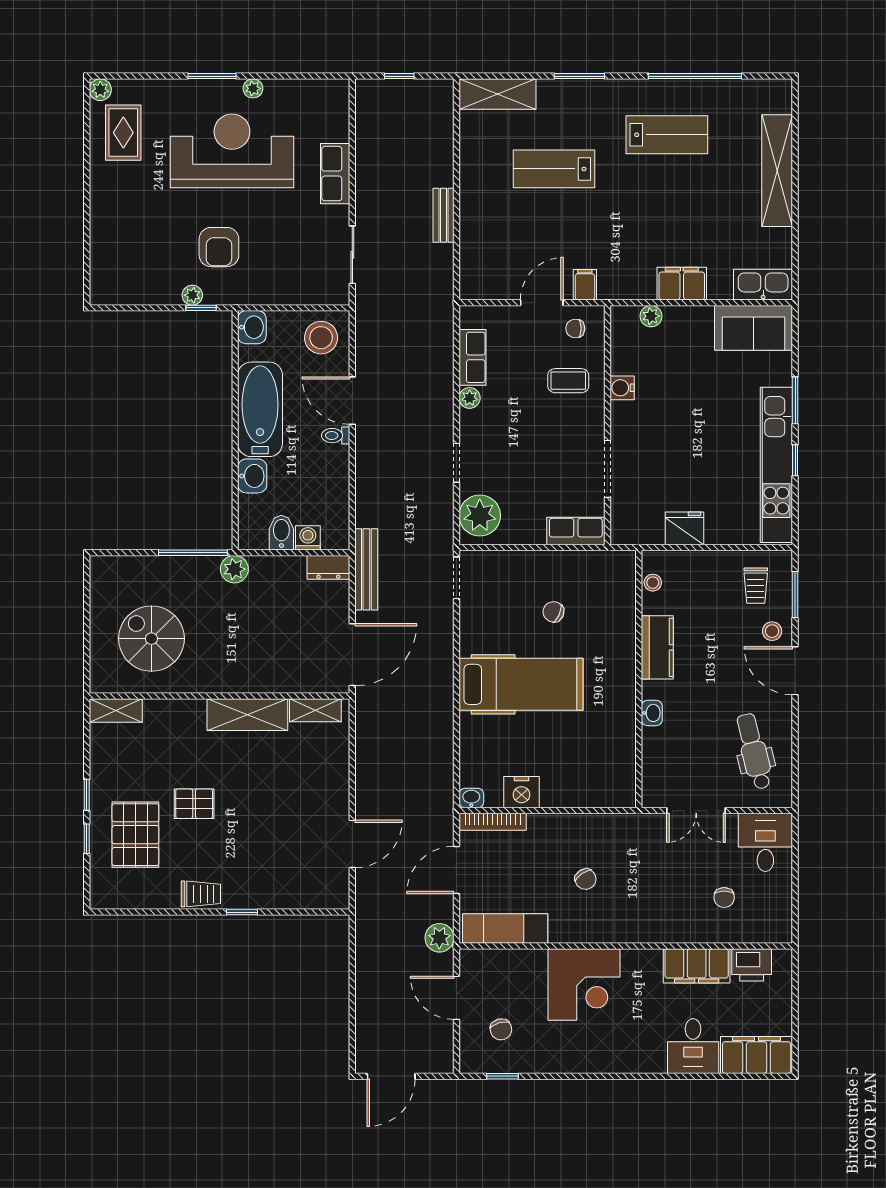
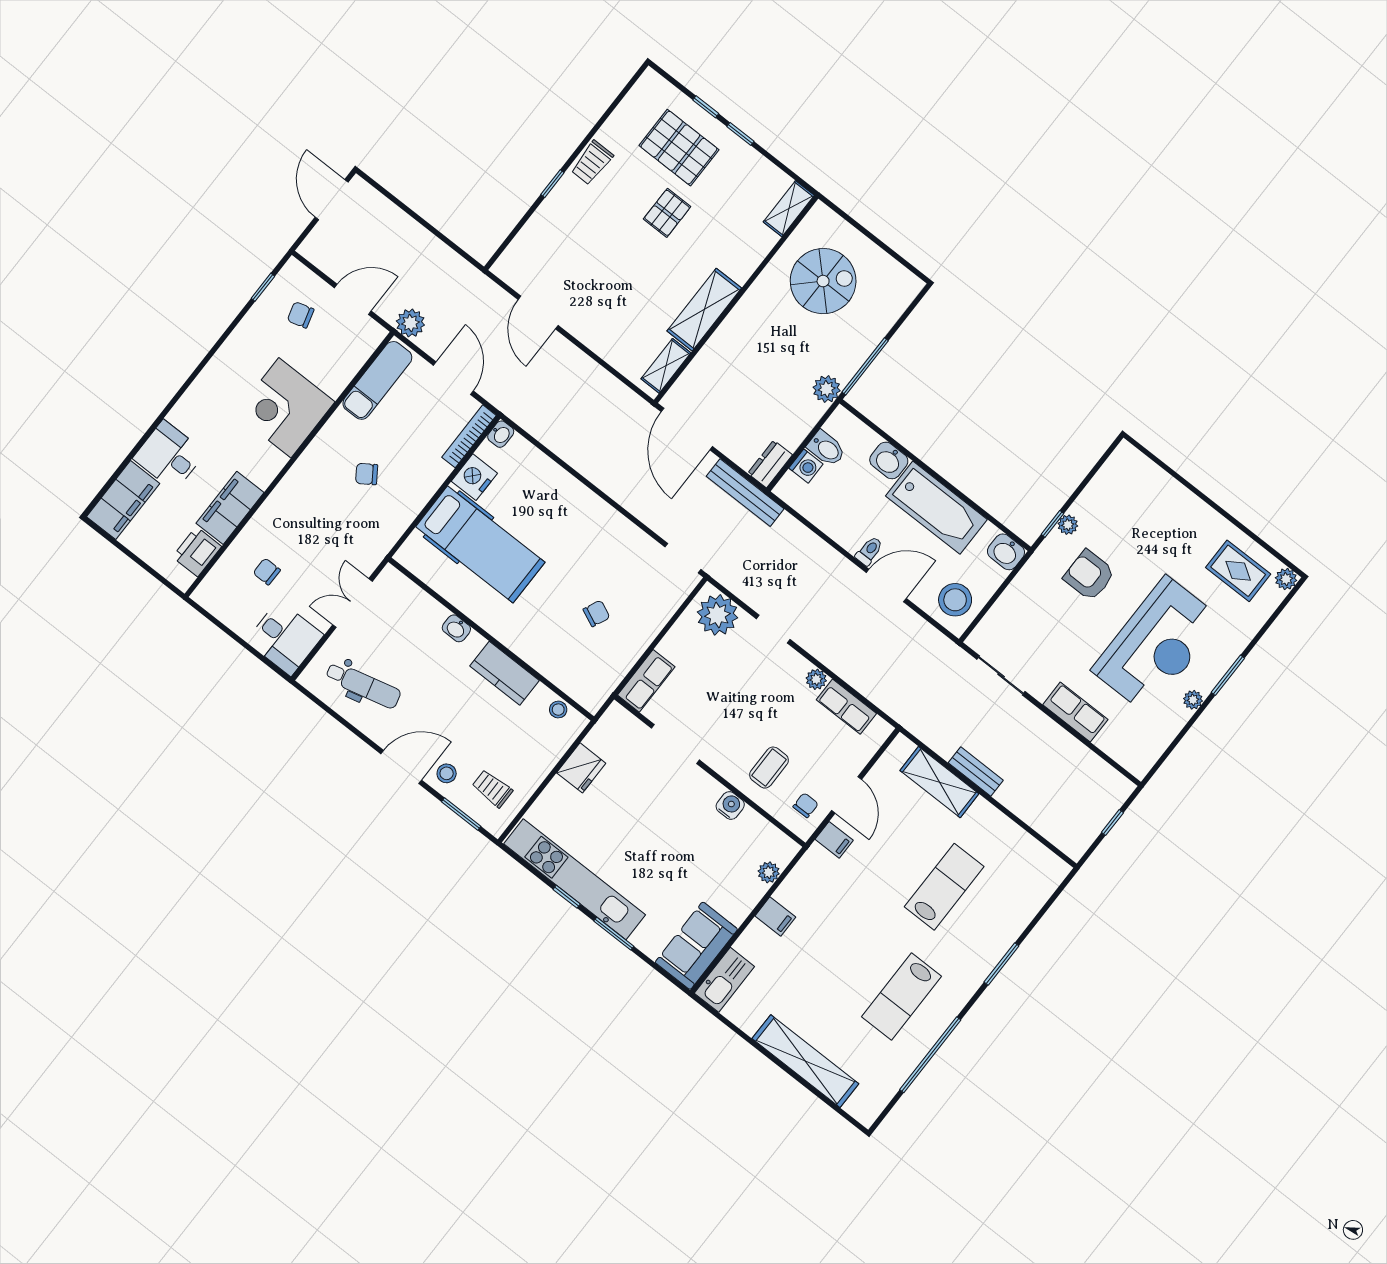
shelving: (497, 94) -> (939, 782), moved, turned 90
filing cabinet: (682, 284) -> (775, 917), width x0.50
hospital bed: (521, 684) -> (480, 544), moved, turned -90

